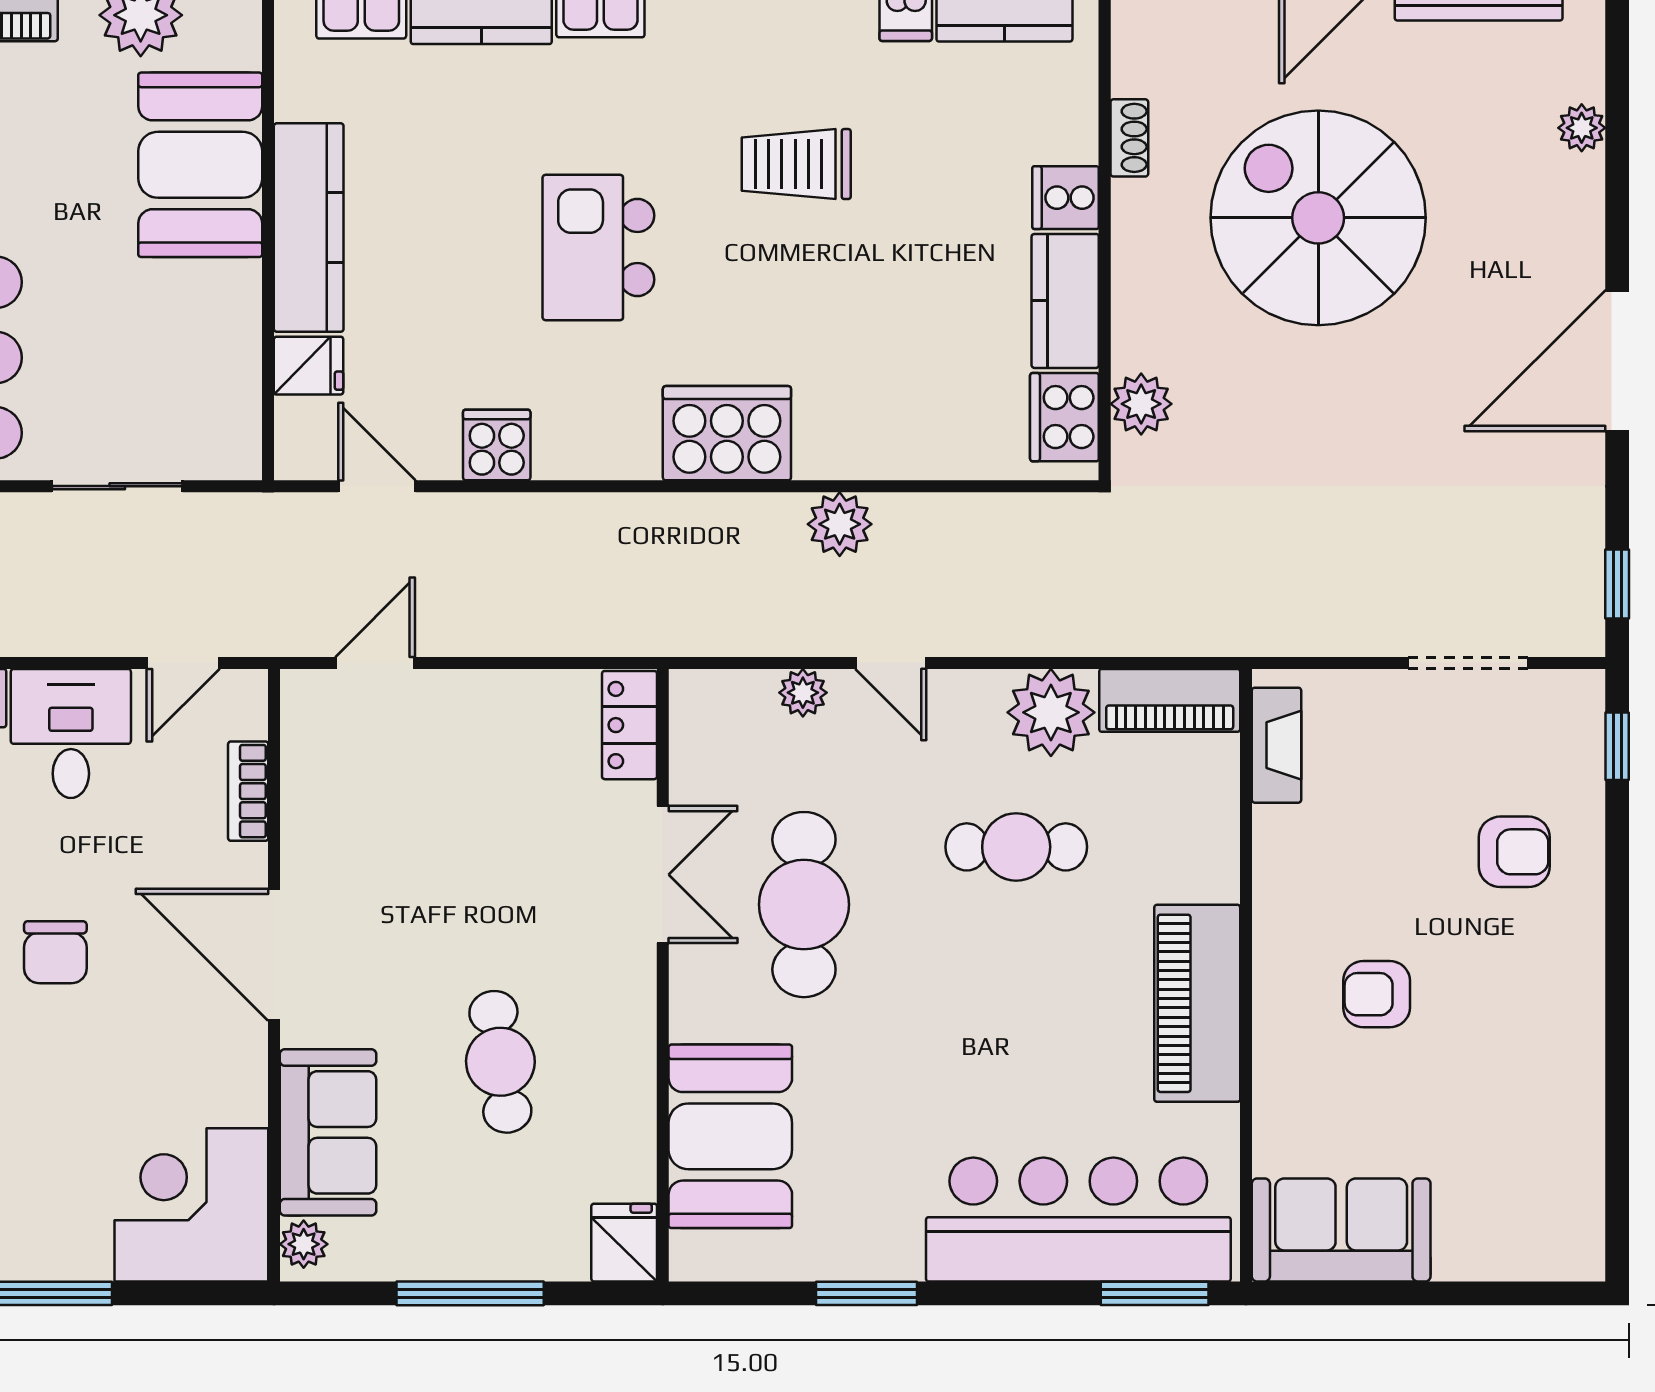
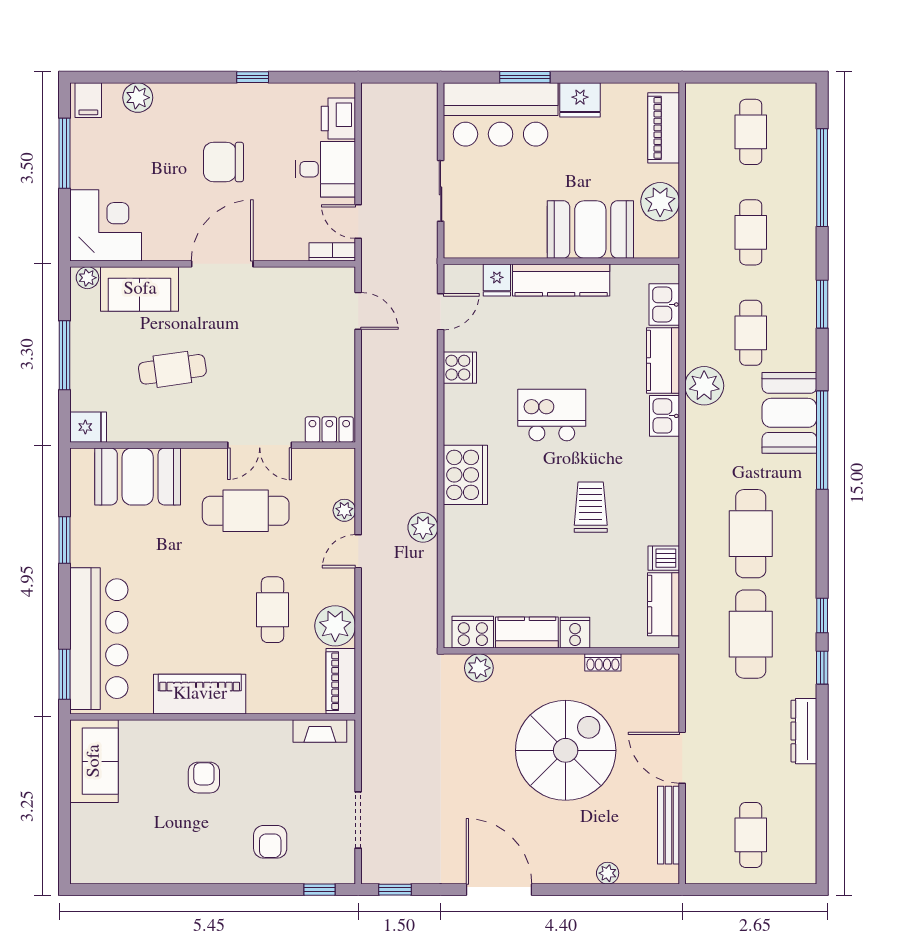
bookcase: (248, 791) -> (332, 252), moved
chair: (55, 952) -> (223, 162), width x1.37, depth x1.37

